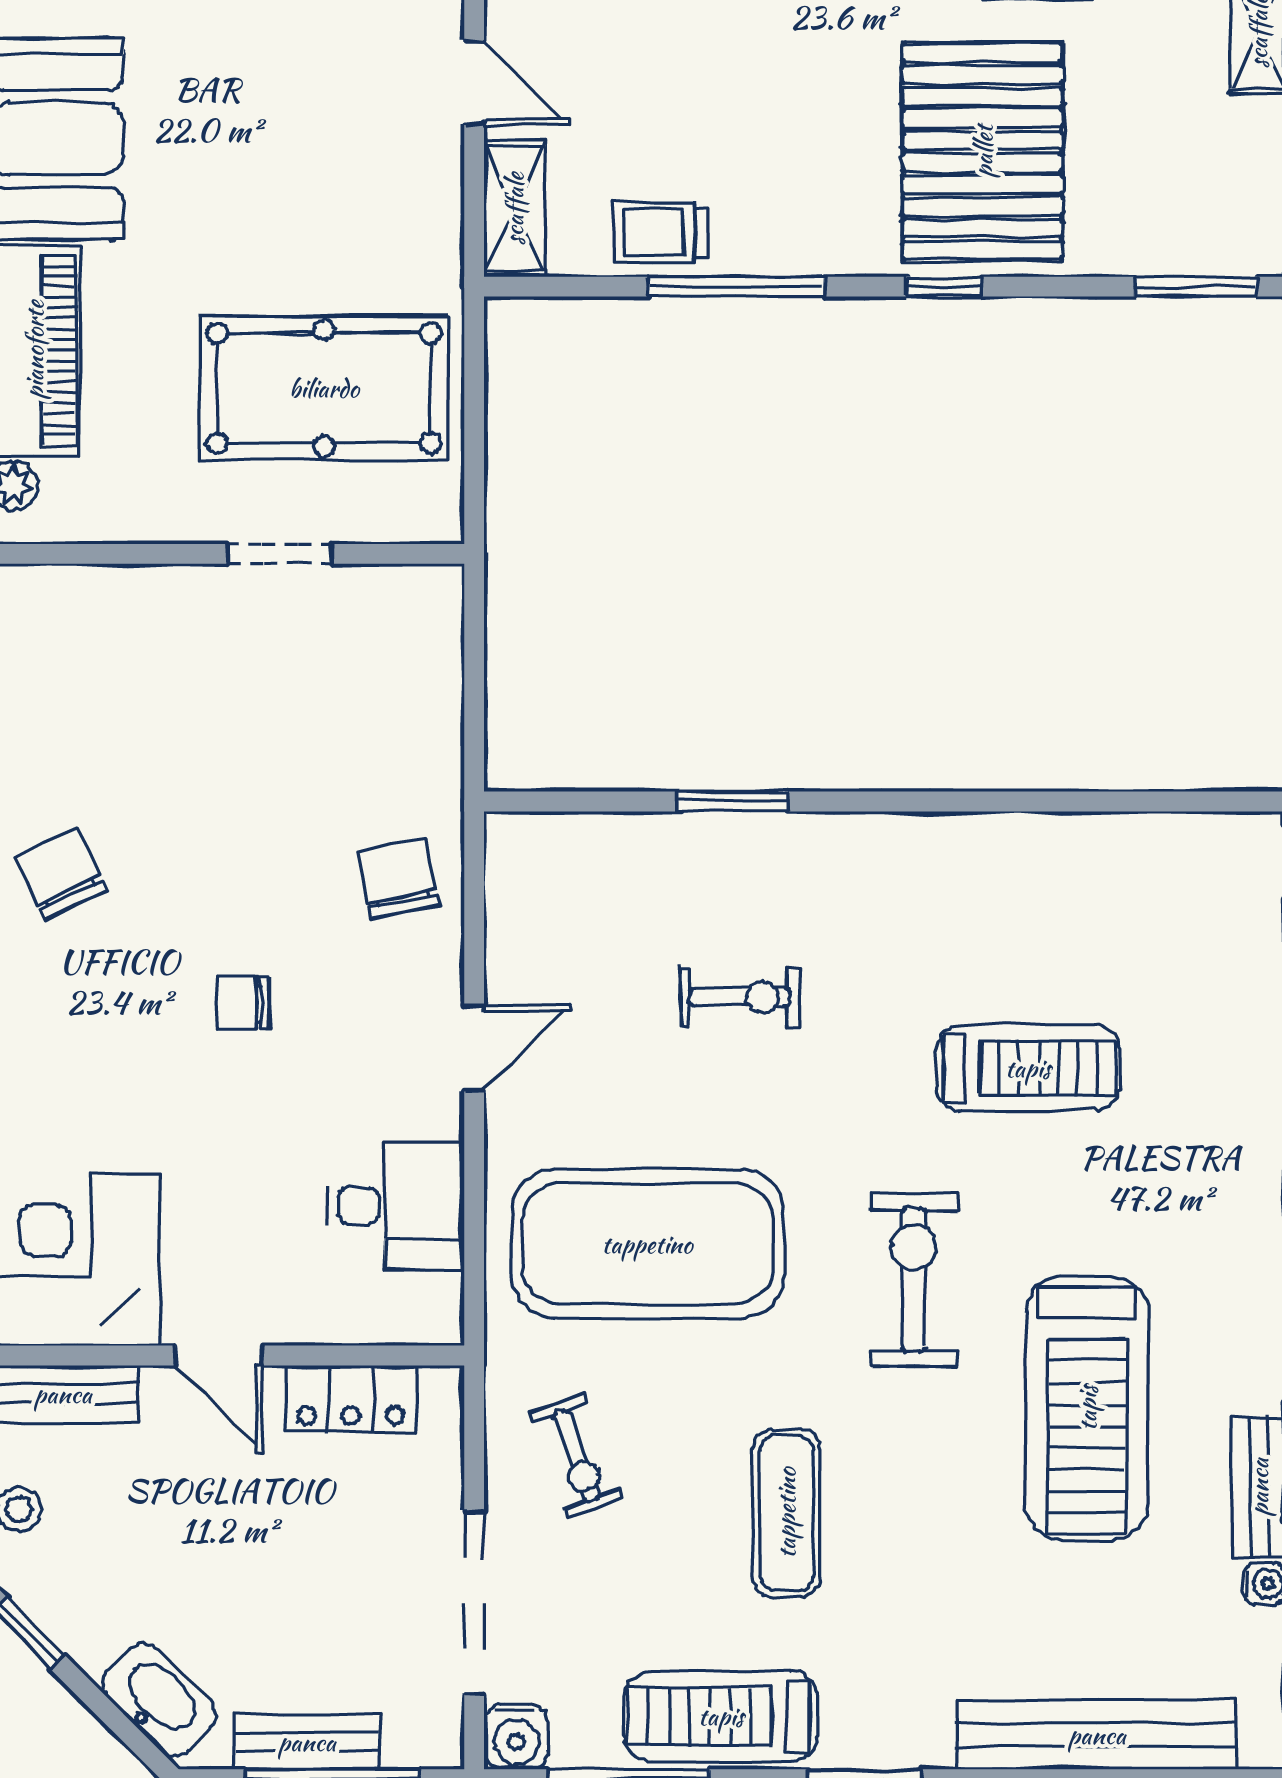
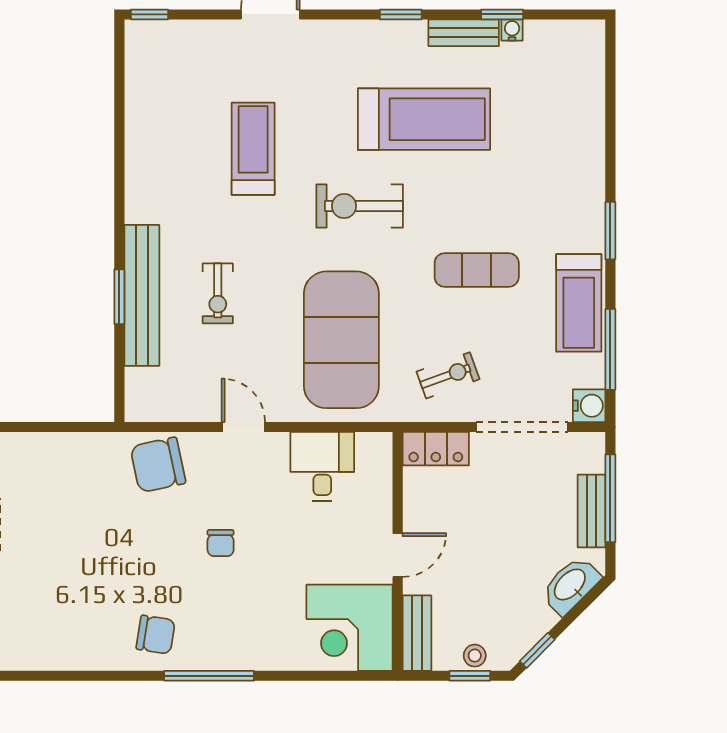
chair: (60, 874) -> (156, 635), turned -145
chair: (399, 878) -> (158, 465), width x1.37, depth x1.37
exercise bike: (740, 998) -> (218, 293), turned 180
locker: (351, 1399) -> (436, 449), moved, turned 90
bench: (1097, 1735) -> (142, 295), moved

